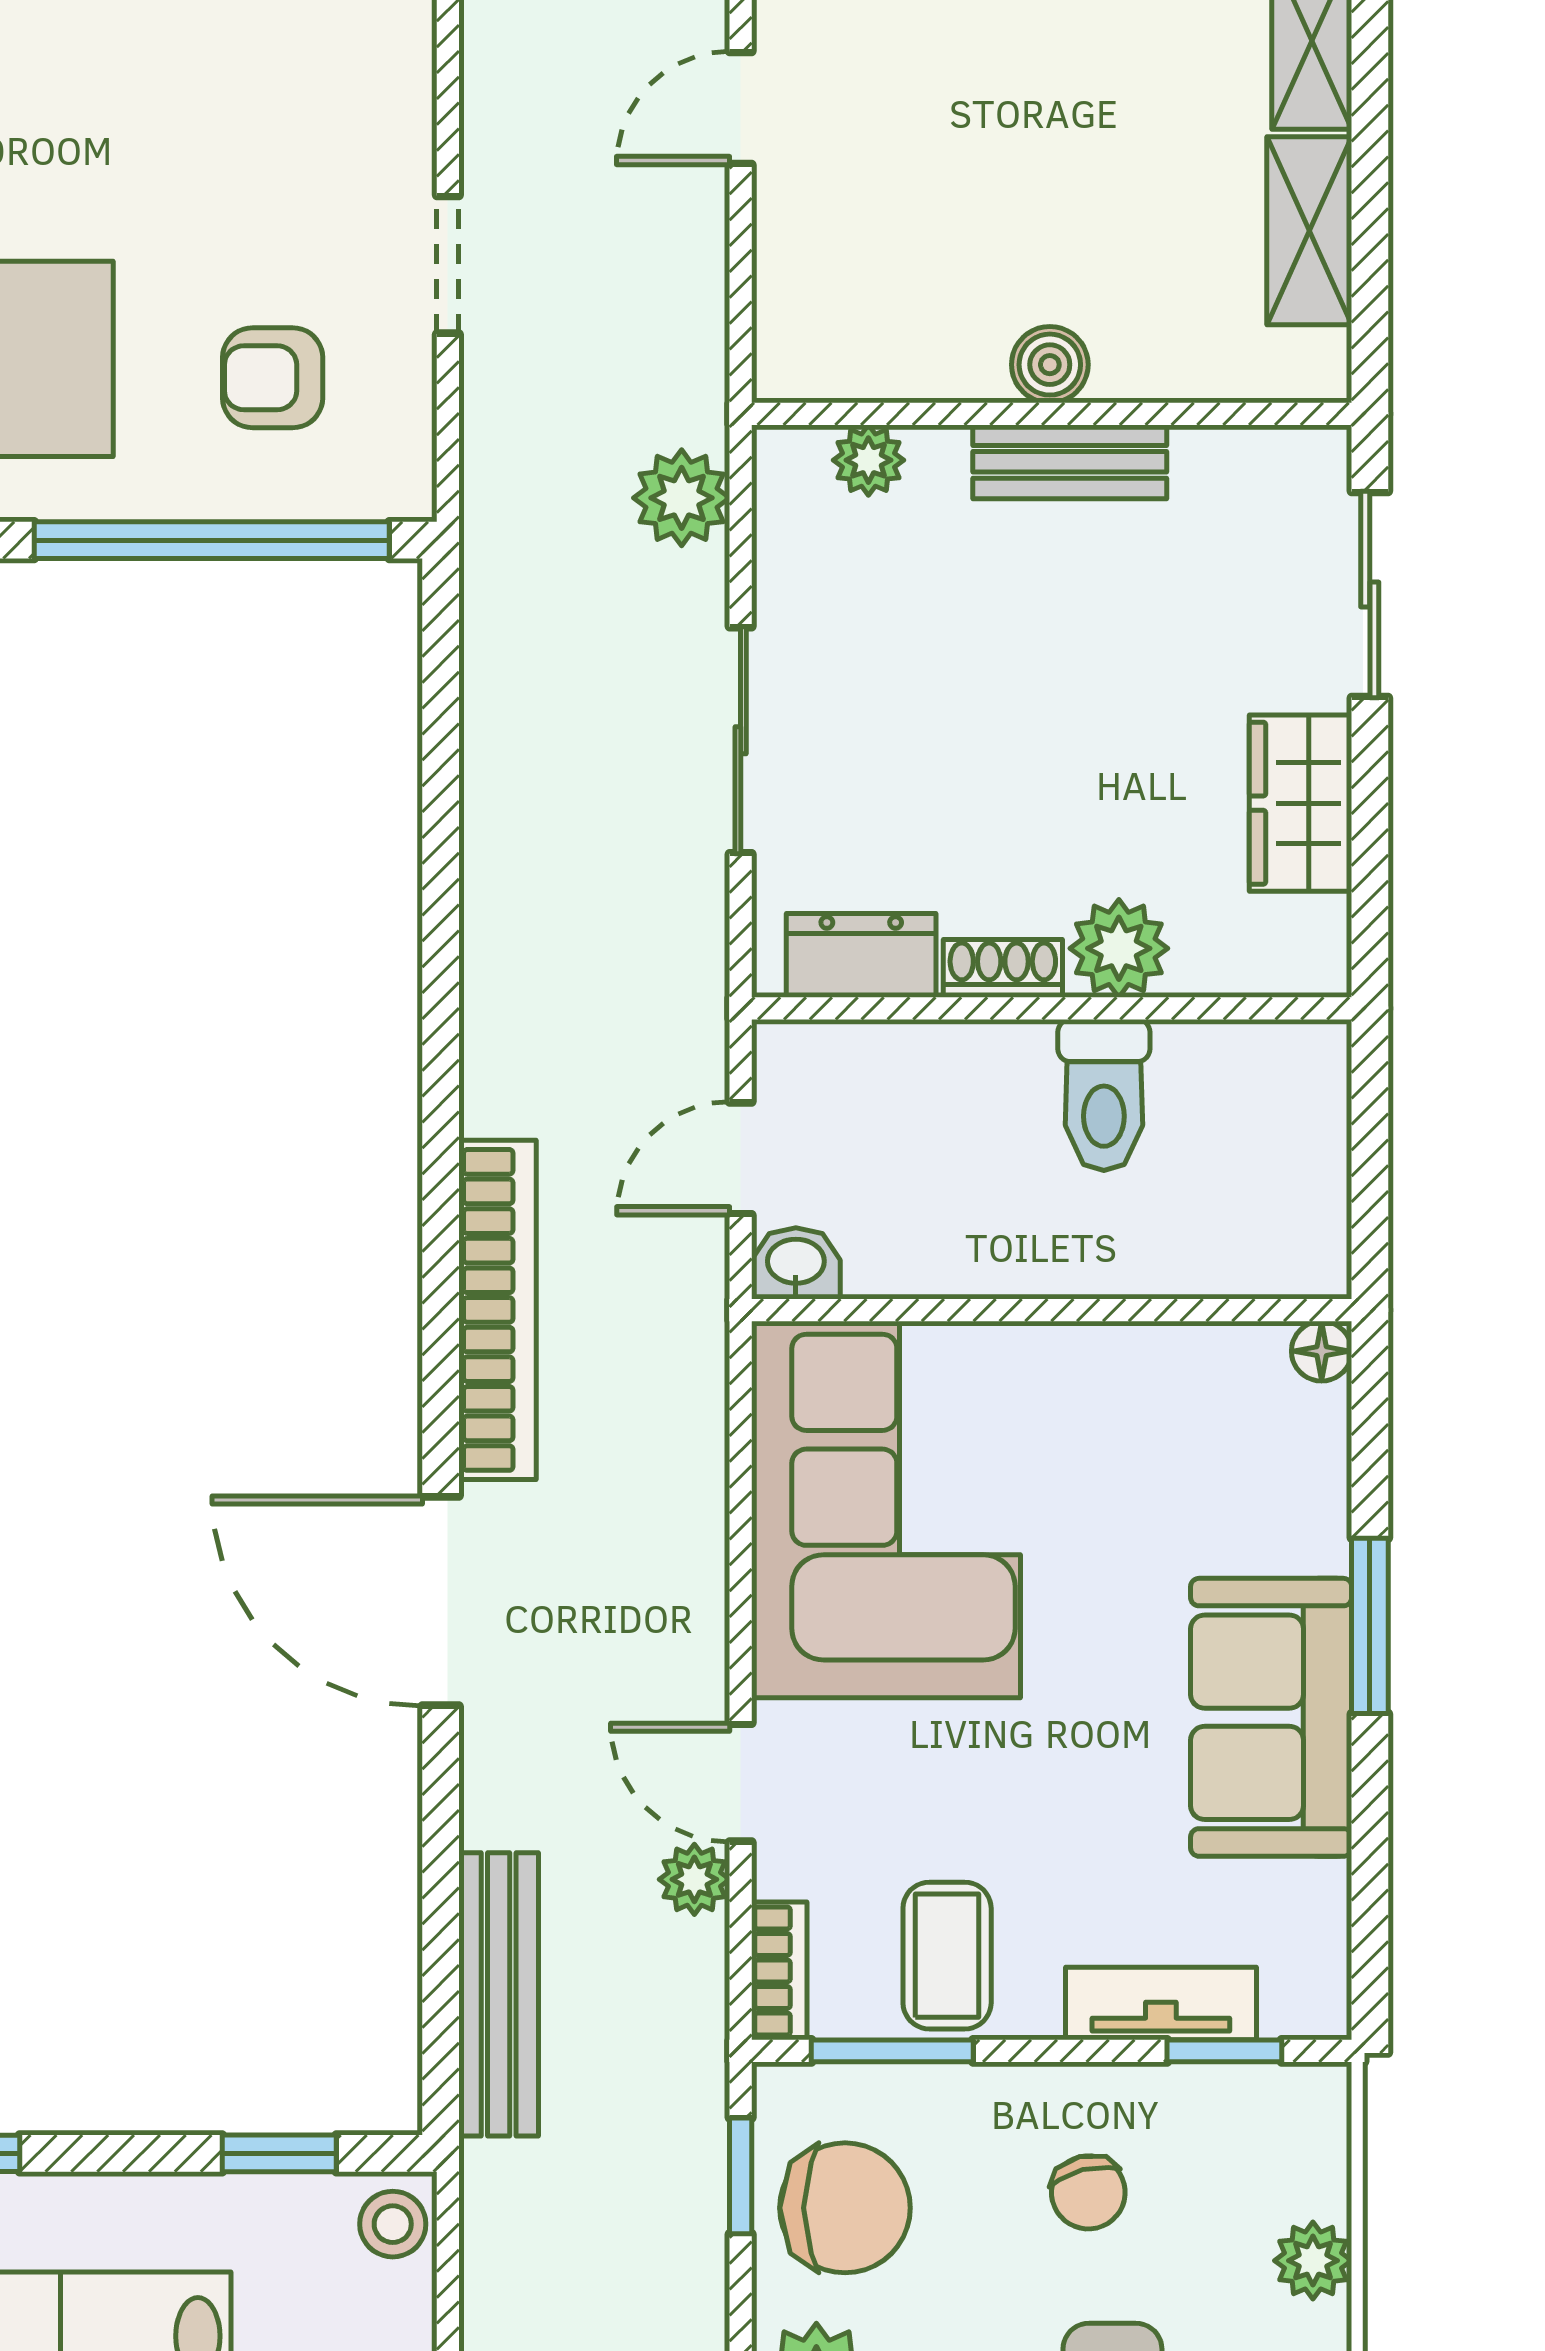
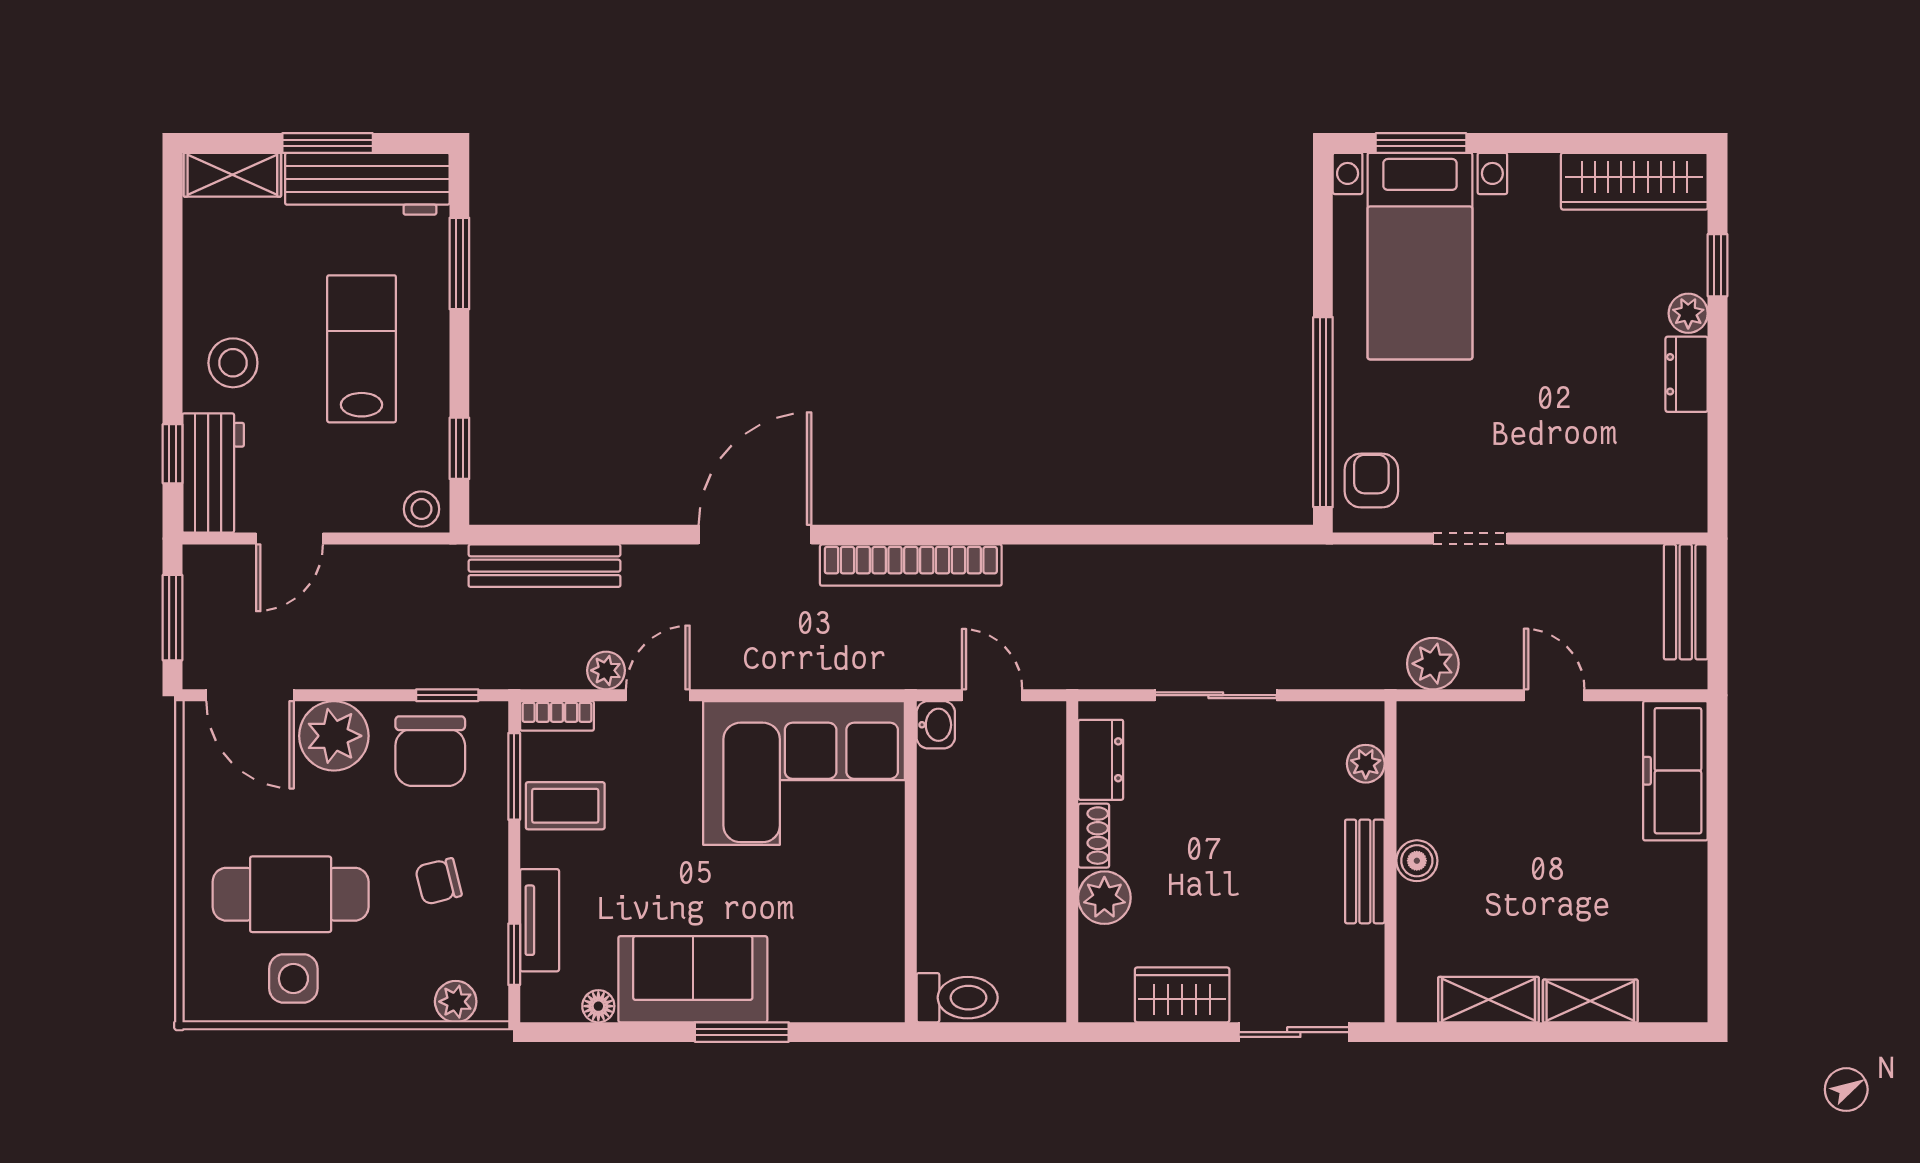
armchair: (273, 378) -> (1371, 481), moved
plant: (682, 498) -> (1433, 664), moved
toilet: (1104, 1095) -> (957, 998), moved, turned 180
floor lamp: (1322, 1351) -> (598, 1006), moved
plant: (1313, 2261) -> (456, 1002), moved

